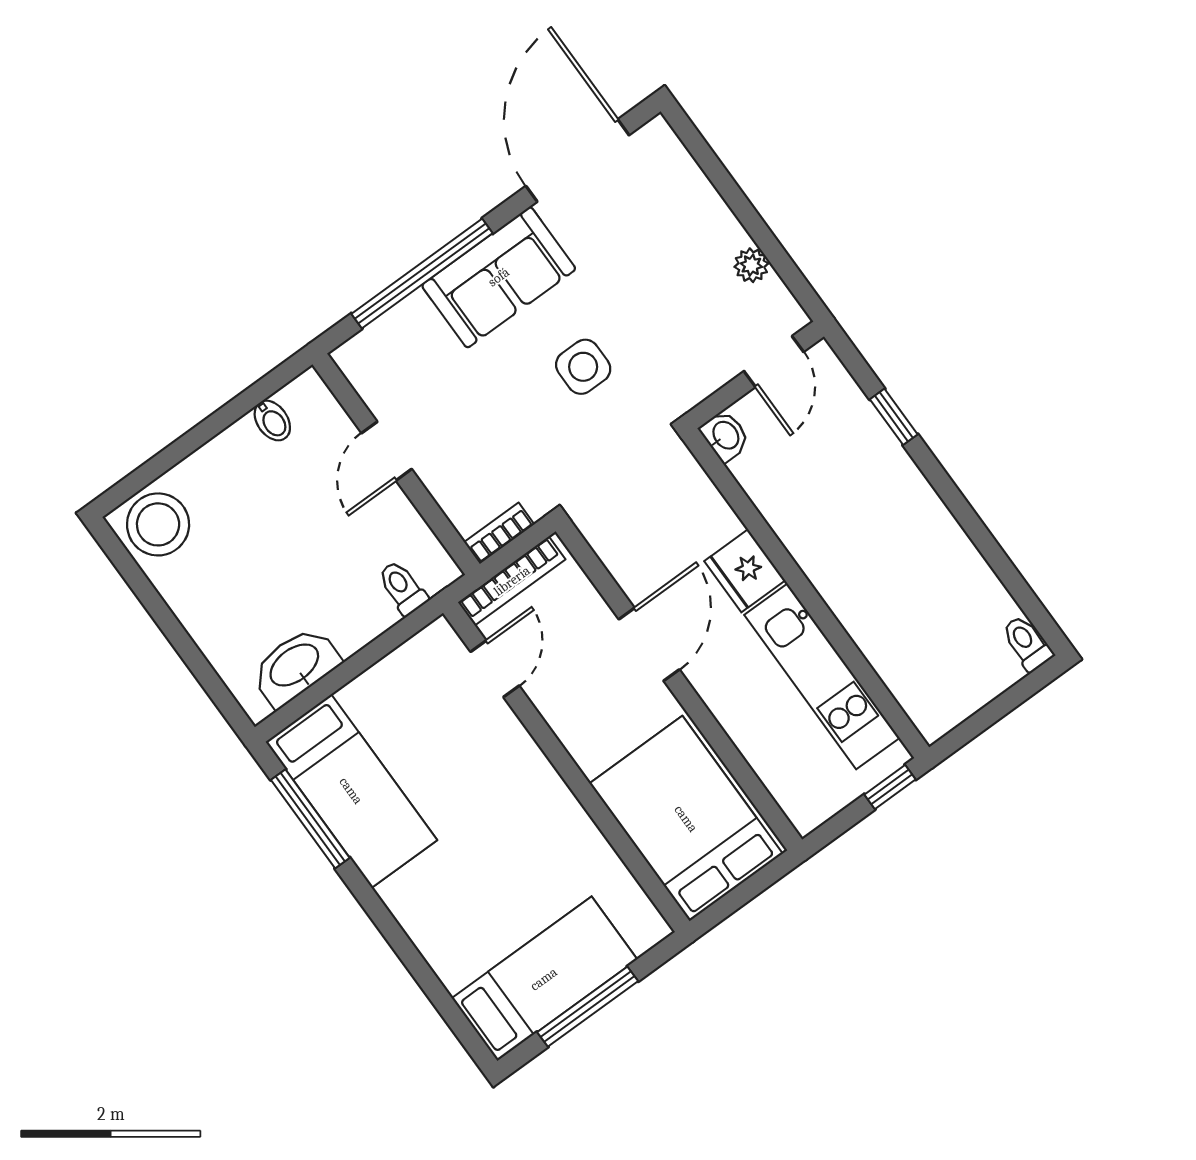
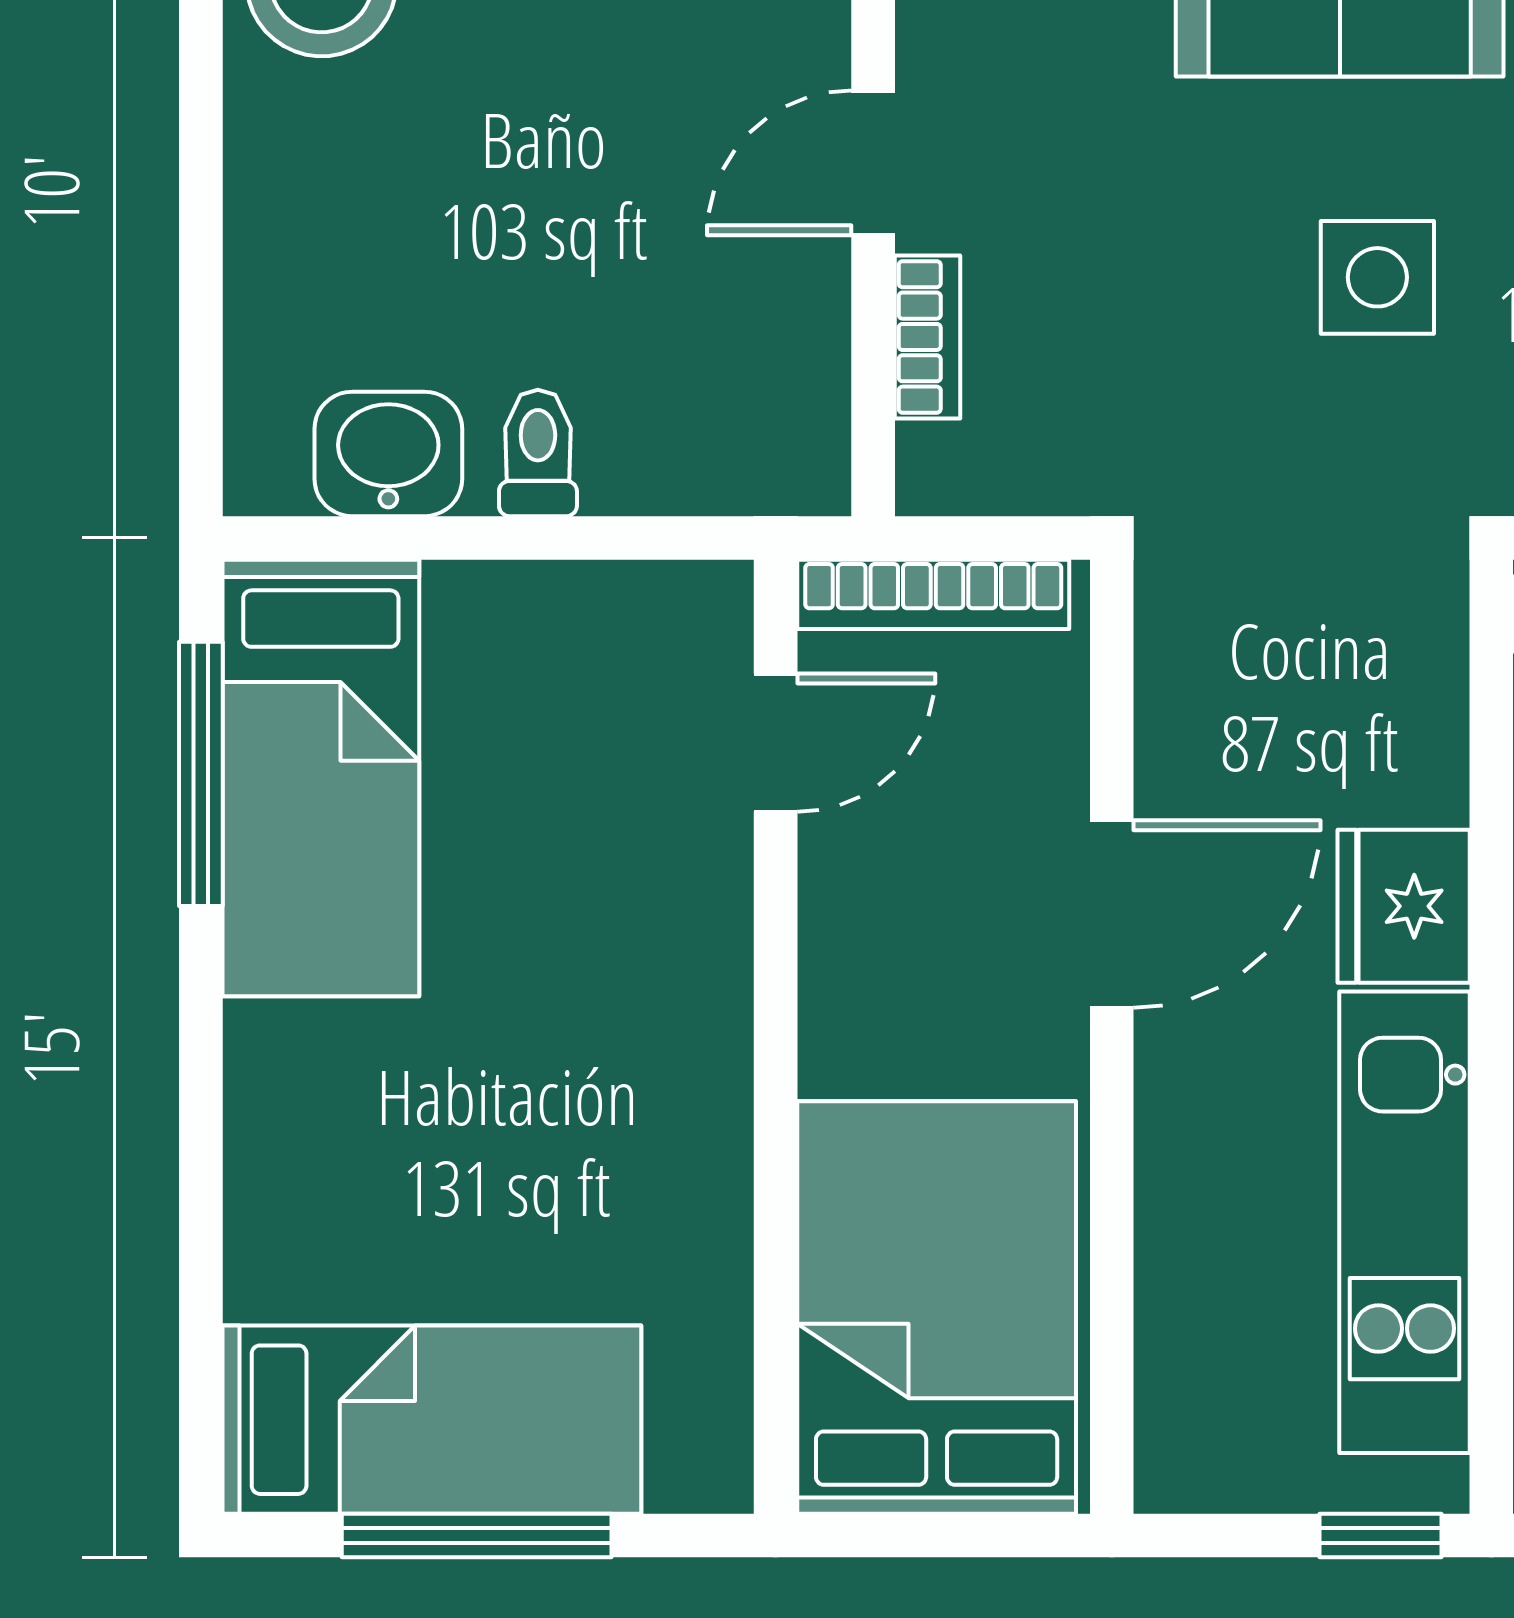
bookcase: (499, 533) -> (928, 337), moved, turned 90
toilet: (402, 588) -> (538, 453), moved
washbasin: (295, 666) -> (388, 454), width x0.72

